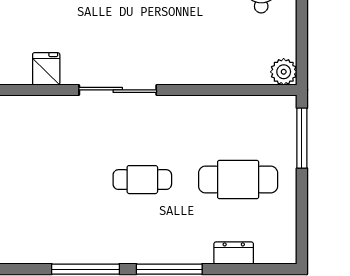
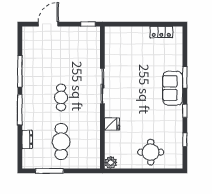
fridge: (46, 69) -> (112, 124), moved
window: (302, 138) -> (49, 171), moved

